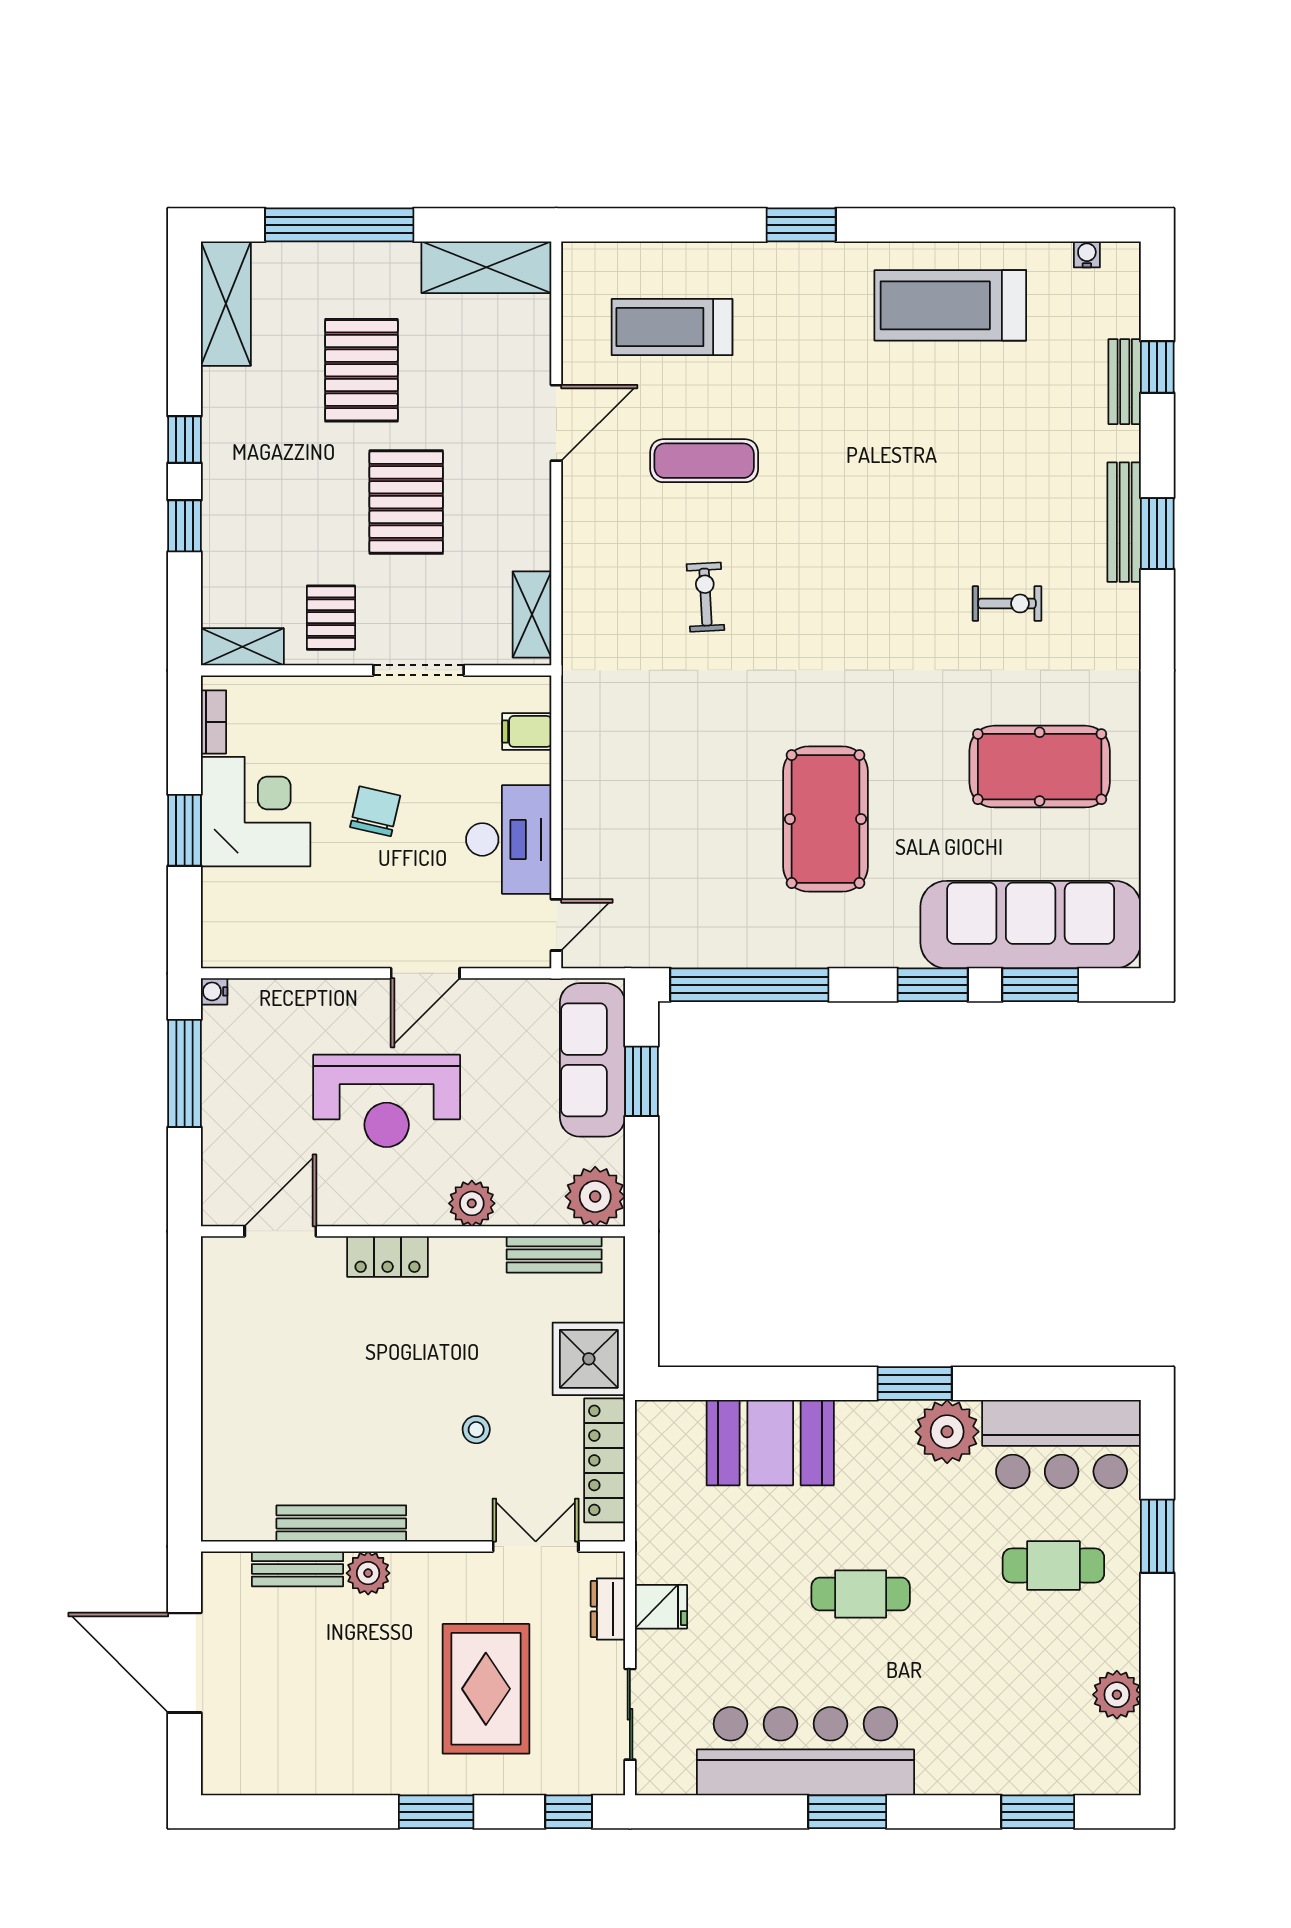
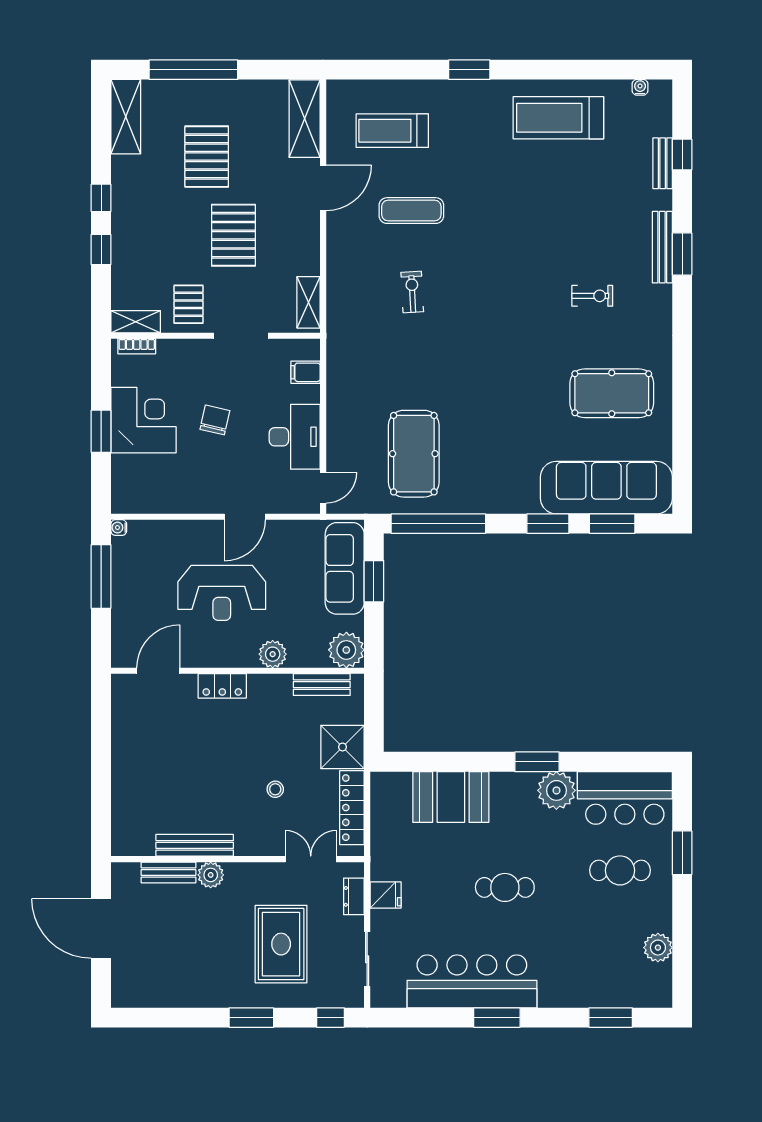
shelving: (486, 267) -> (305, 119), moved, turned 90
bookcase: (214, 722) -> (137, 346), moved, turned 90
pool table: (826, 819) -> (414, 454), moved

